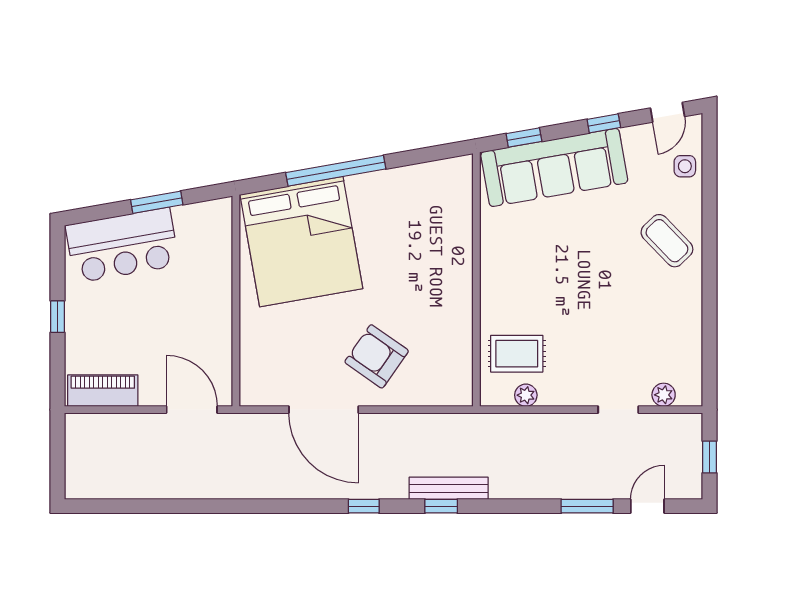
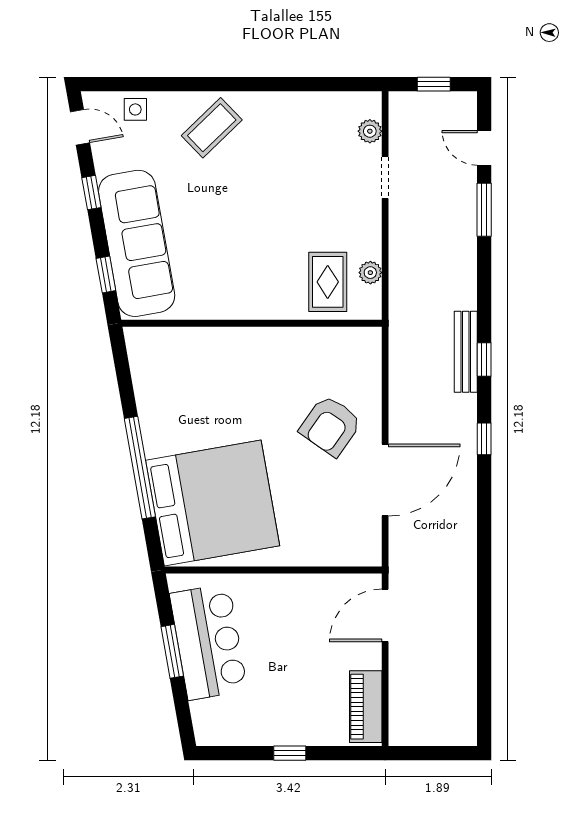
bar counter: (122, 245) -> (209, 642), moved

